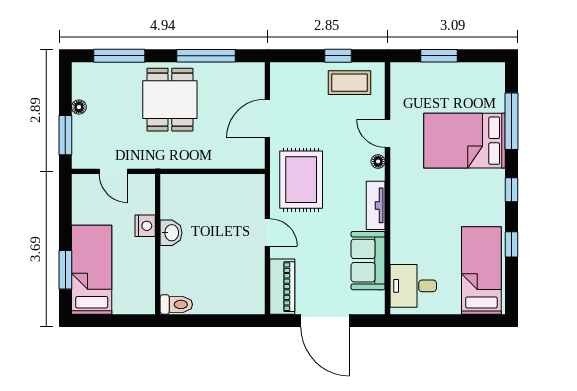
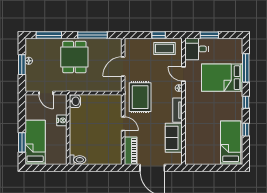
window: (65, 135) -> (22, 65), moved
washbasin: (171, 233) -> (75, 101), moved
desk: (413, 286) -> (196, 49), moved

